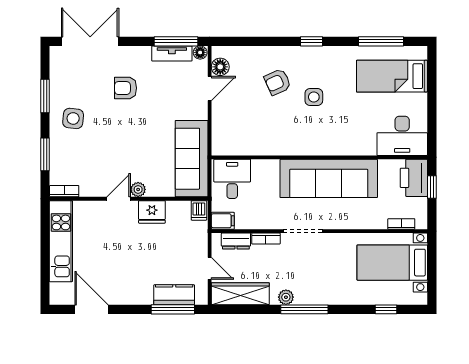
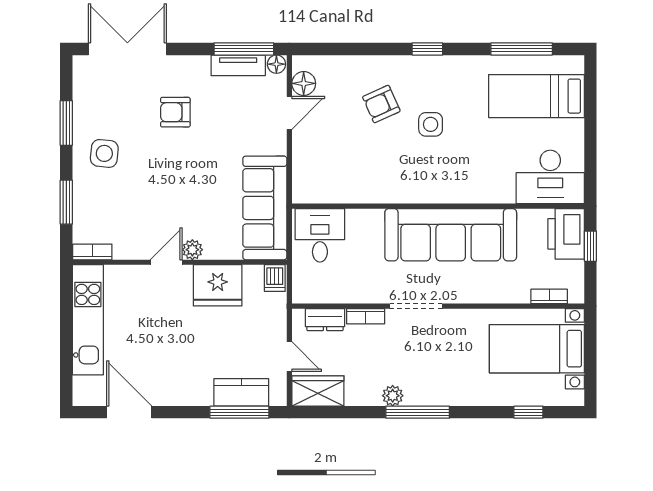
fridge: (152, 212) -> (218, 285), width x1.36, depth x1.34
filing cabinet: (223, 221) -> (307, 292), removed
wardrobe: (240, 294) -> (318, 391), width x0.67

